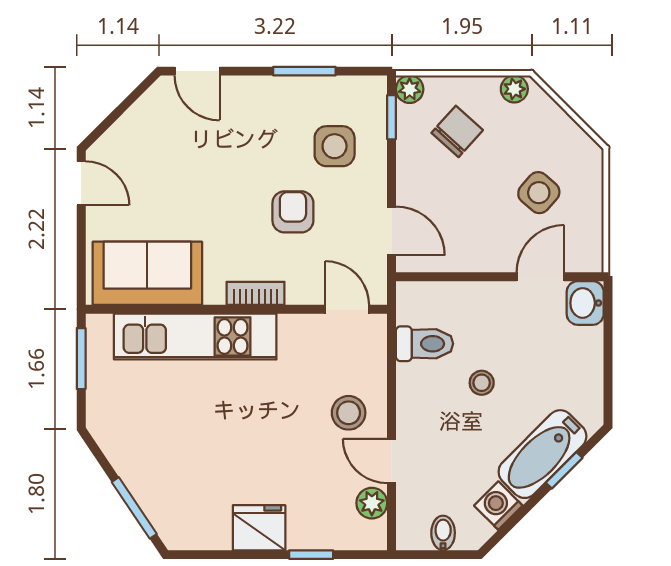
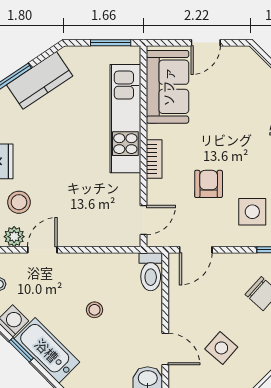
door: (81, 183) -> (206, 43), moved
armchair: (293, 212) -> (209, 184), turned -90
toilet: (425, 344) -> (151, 272), moved
stool: (349, 413) -> (19, 202), moved
kitchen counter: (138, 465) -> (40, 80), added
window: (564, 470) -> (21, 350), moved

